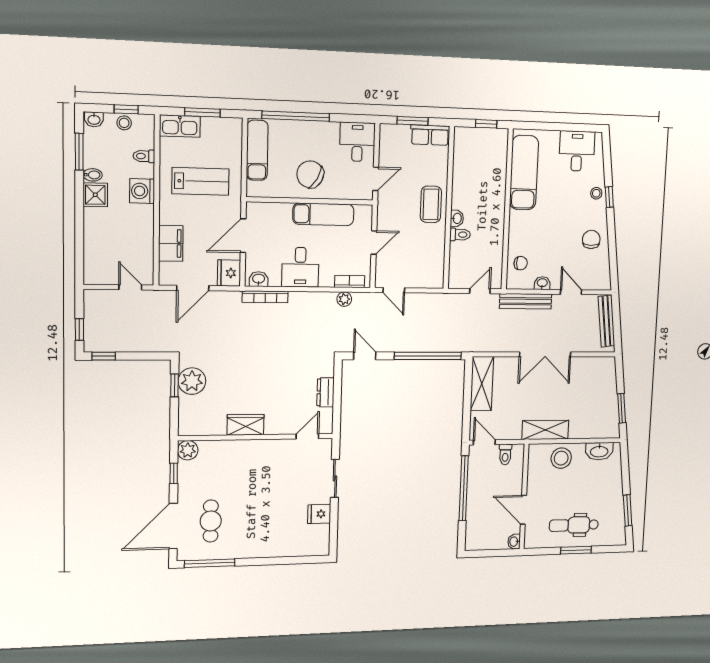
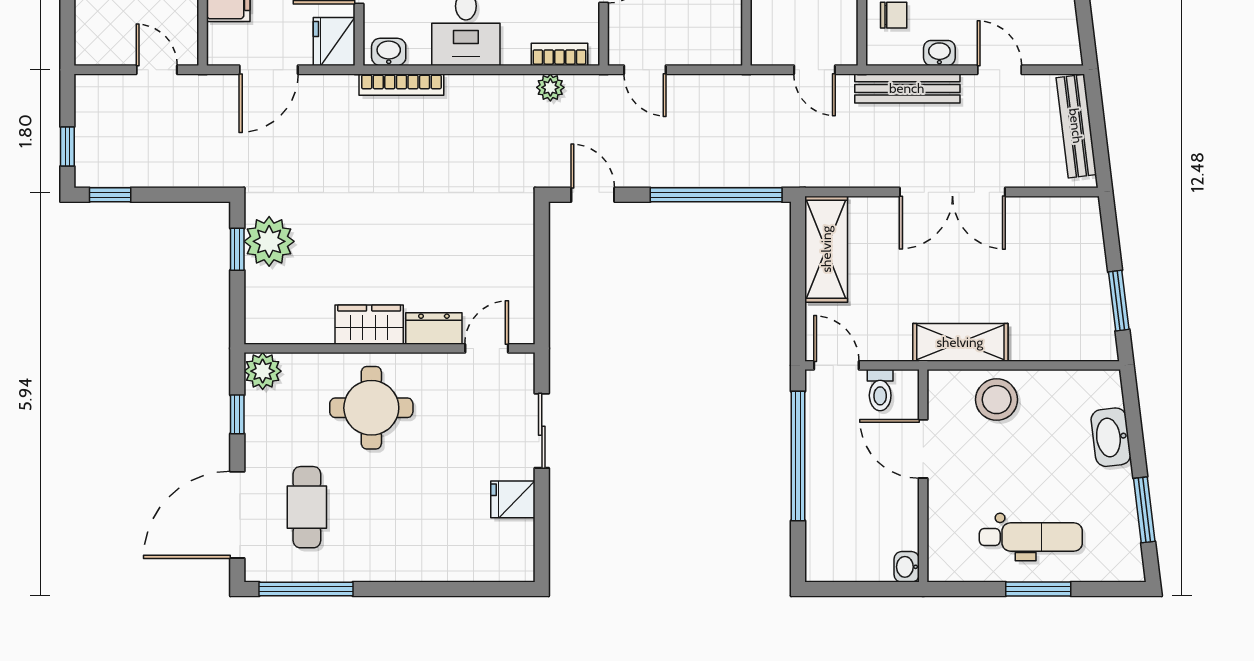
door: (480, 291) -> (814, 70), swing flipped
dresser: (325, 392) -> (434, 328), moved, turned 90
washbasin: (599, 451) -> (1111, 437), moved, turned 83
round table: (246, 468) -> (371, 408), added
door: (523, 510) -> (923, 449), moved
dental chair: (574, 525) -> (1031, 537), turned 180

